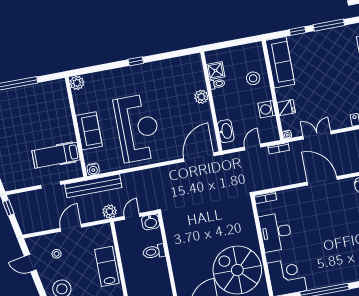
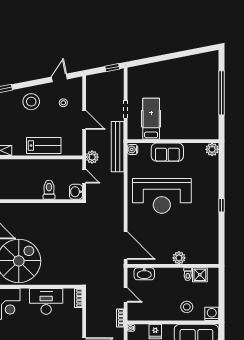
washing machine: (267, 109) -> (212, 314), moved

